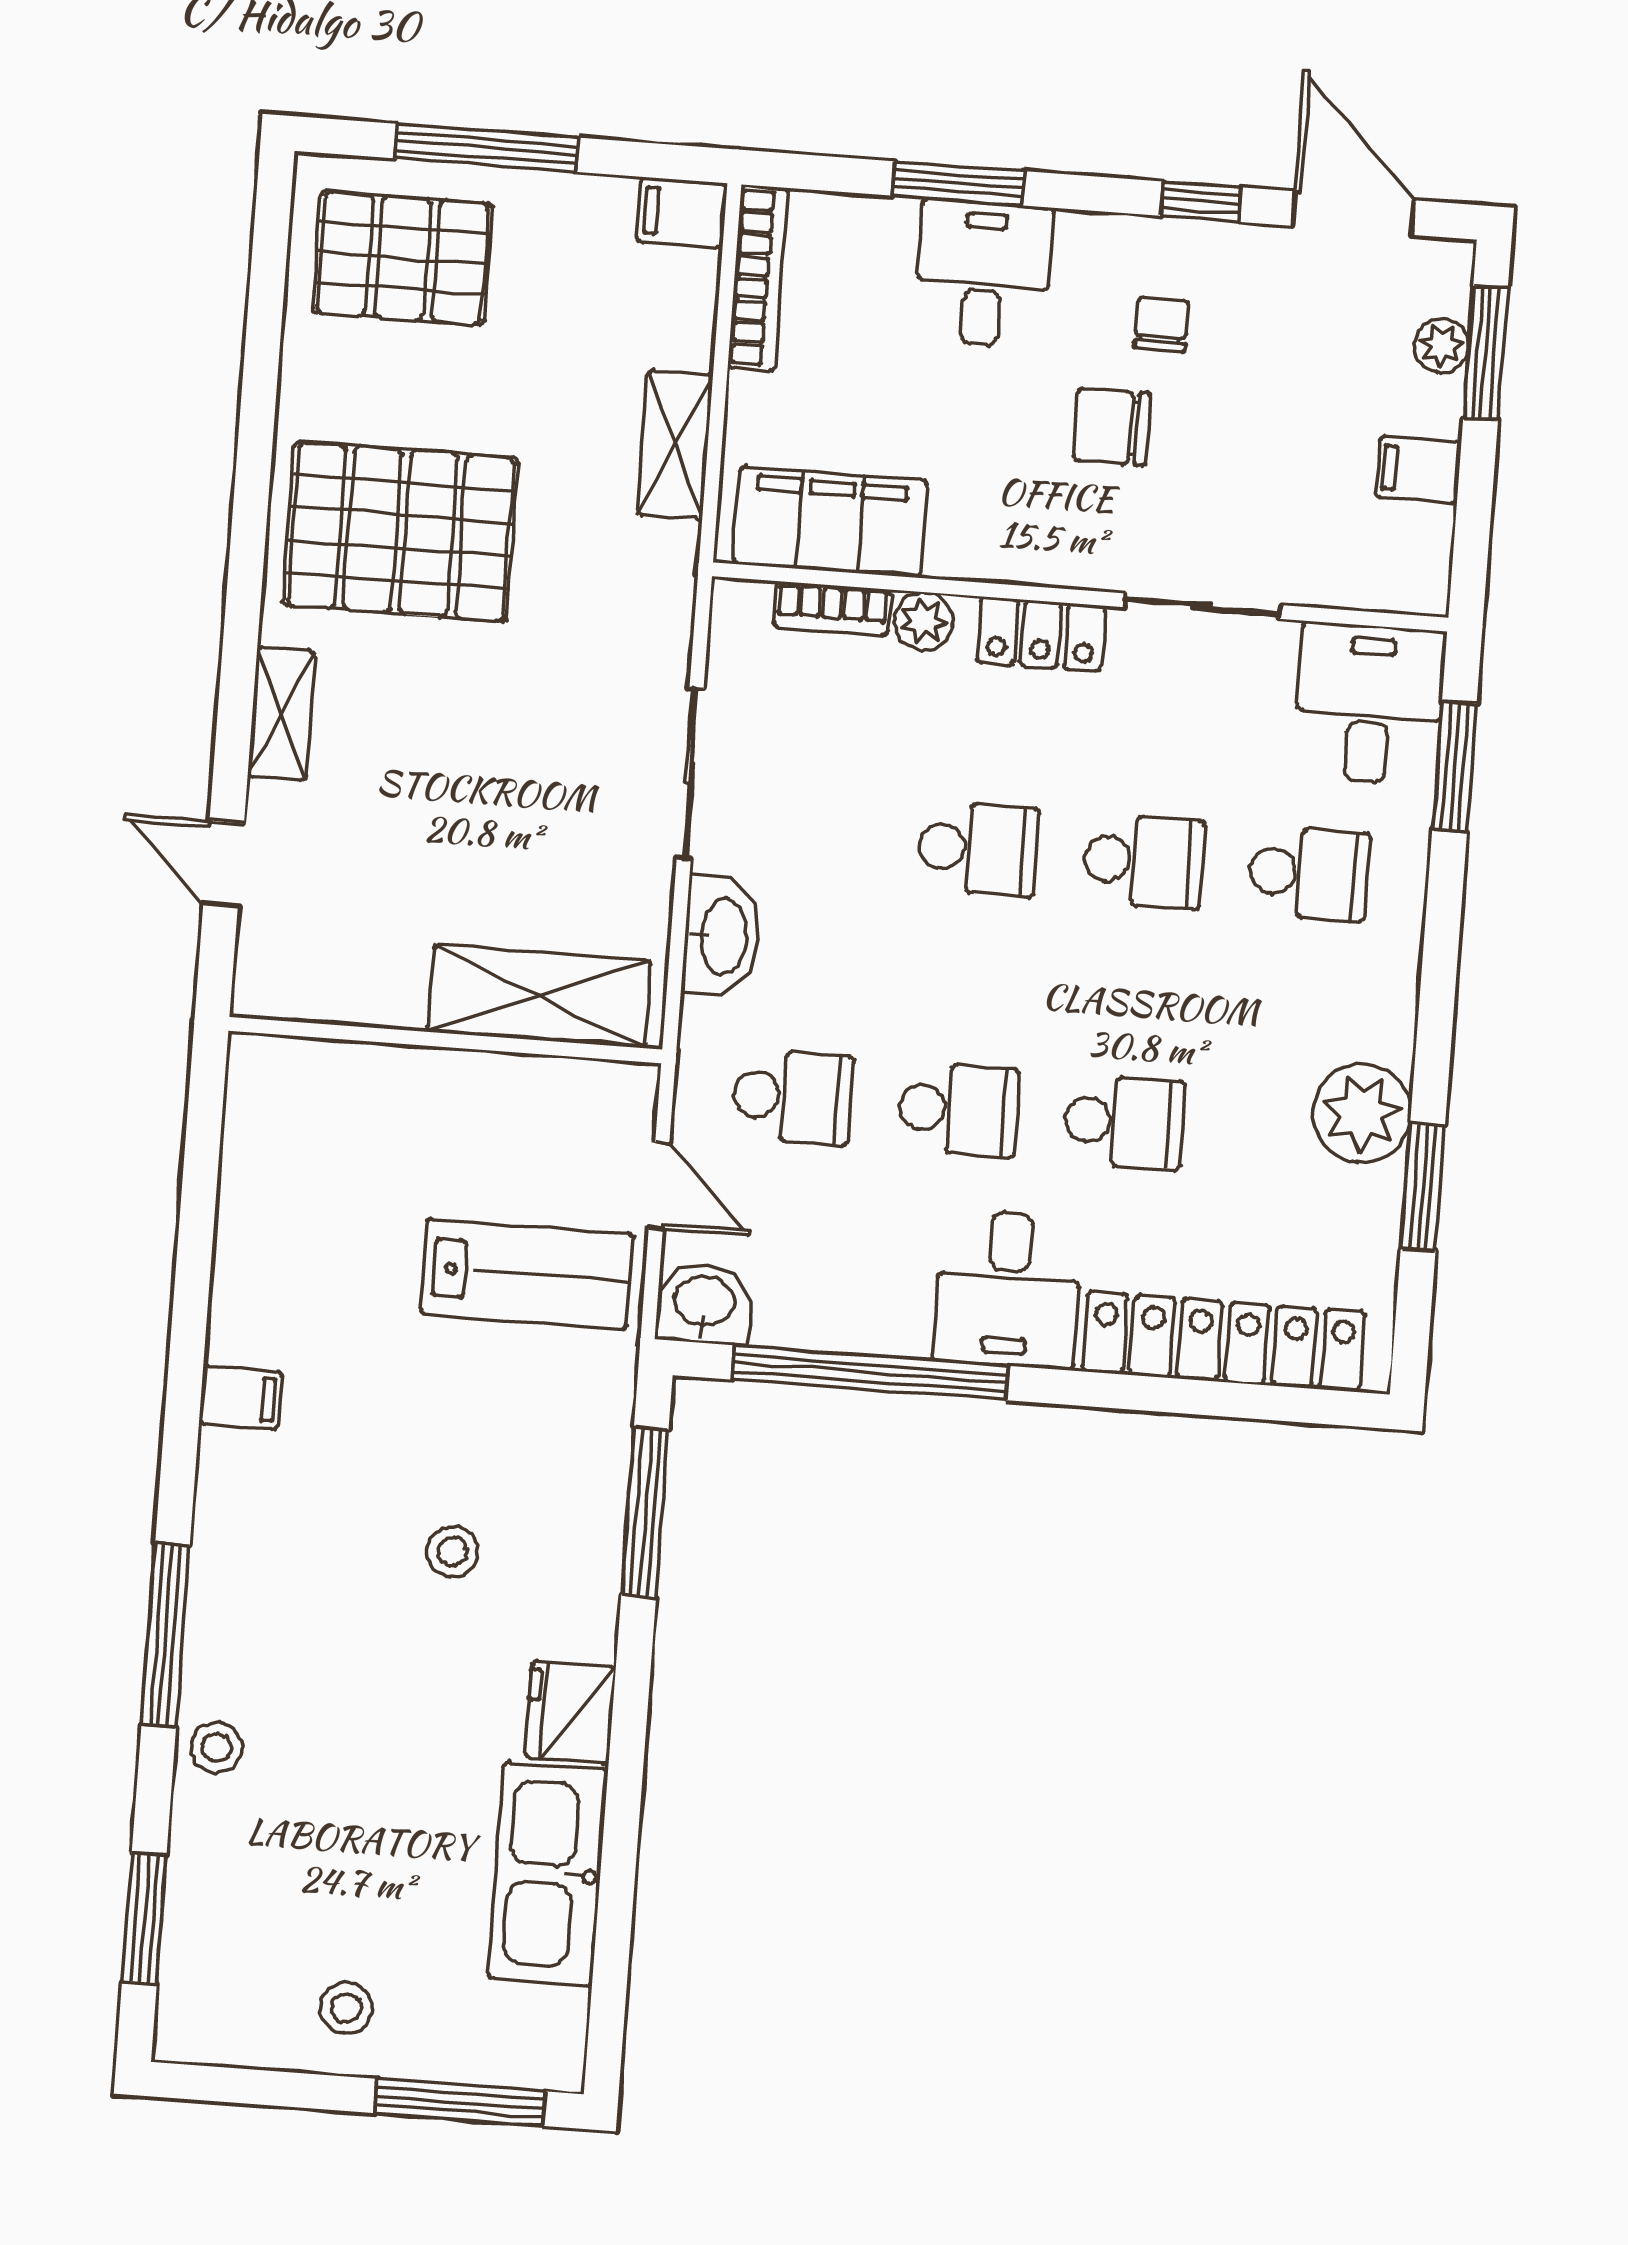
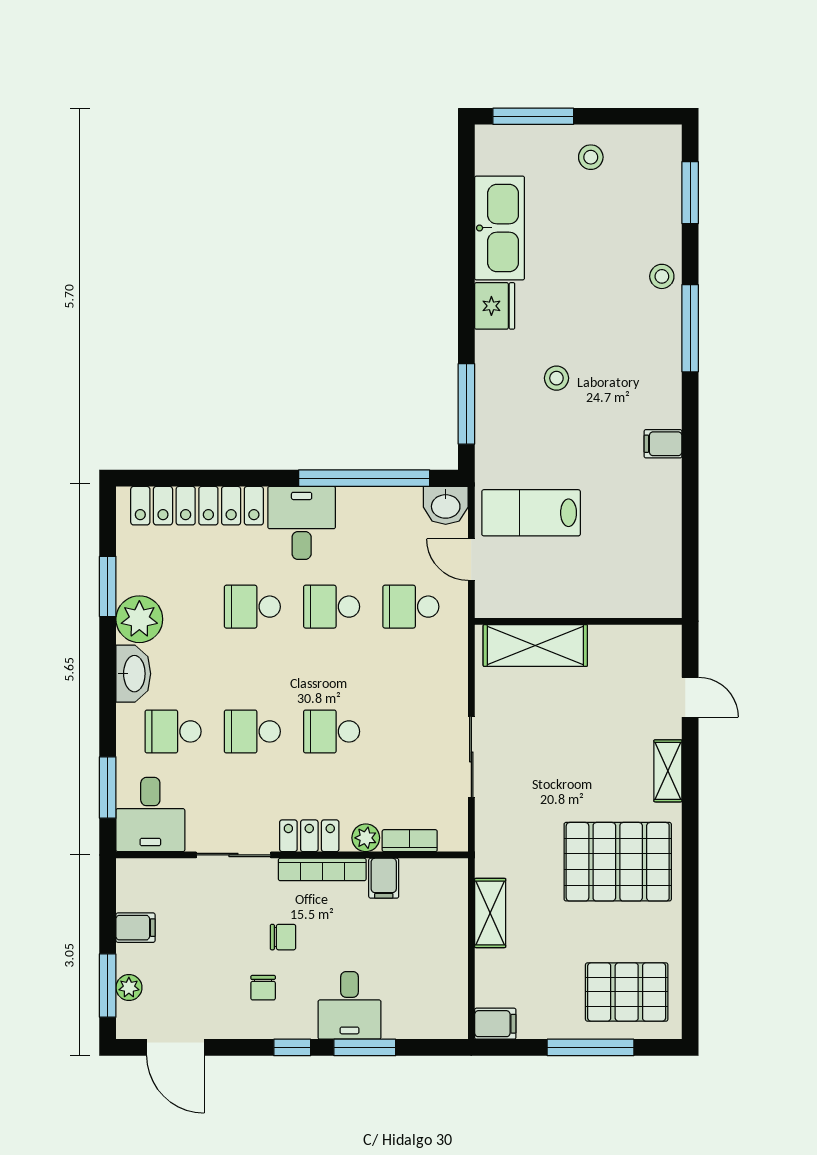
window: (1202, 202) -> (292, 1047), moved
bookcase: (758, 278) -> (322, 869), moved, turned -90
chair: (1112, 427) -> (283, 937), width x0.73, depth x0.73
filing cabinet: (830, 522) -> (384, 878), width x0.33, depth x0.86
washbasin: (721, 936) -> (133, 674), moved, turned 180

